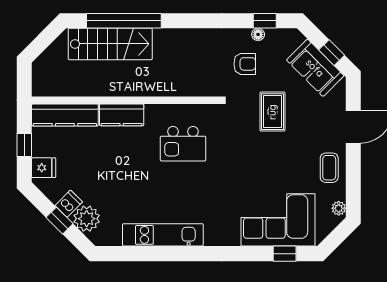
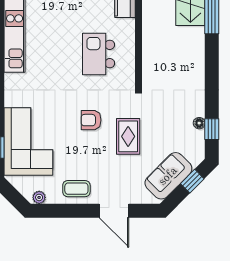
window: (332, 53) -> (192, 181), moved
armchair: (245, 64) -> (91, 120), moved, turned 90
rug: (272, 112) -> (128, 136), turned 90

